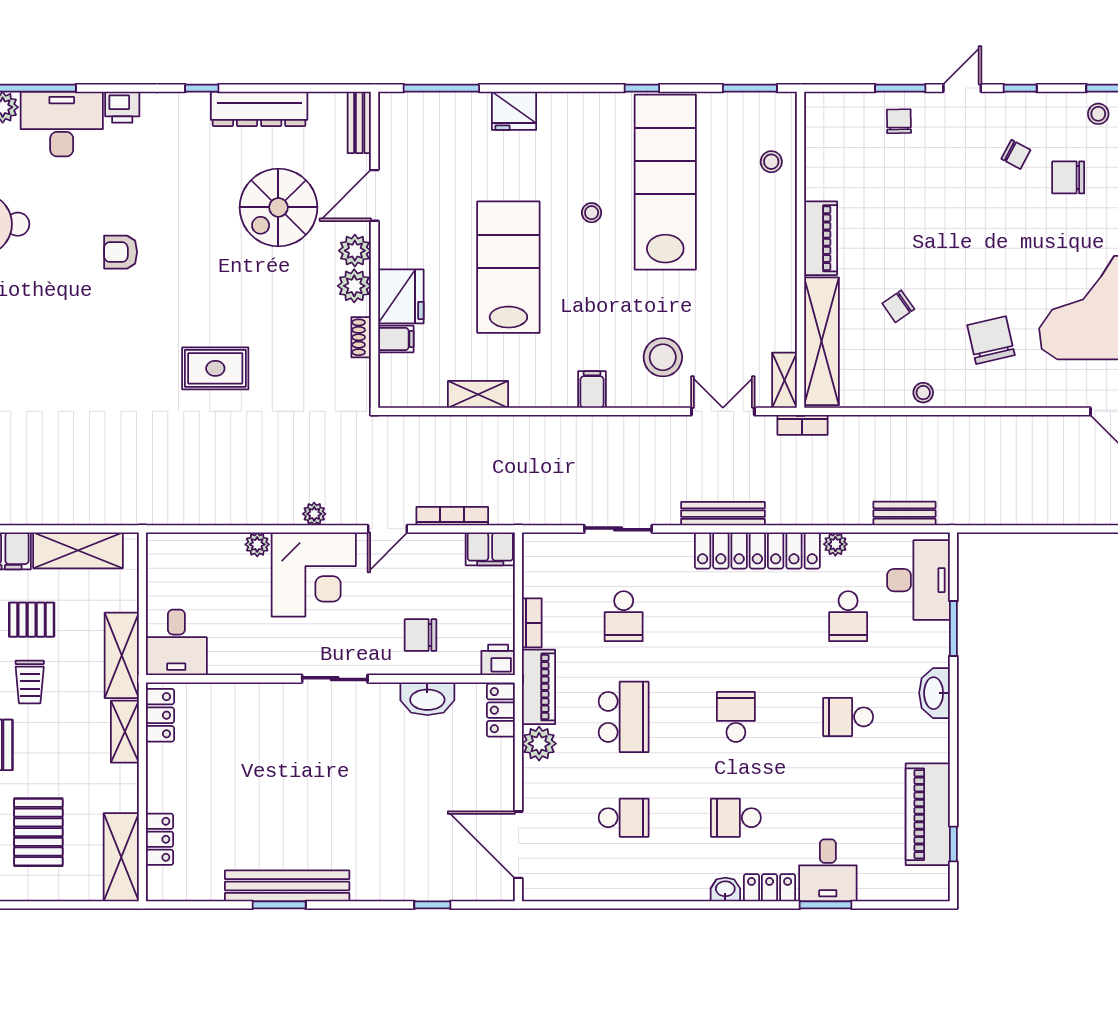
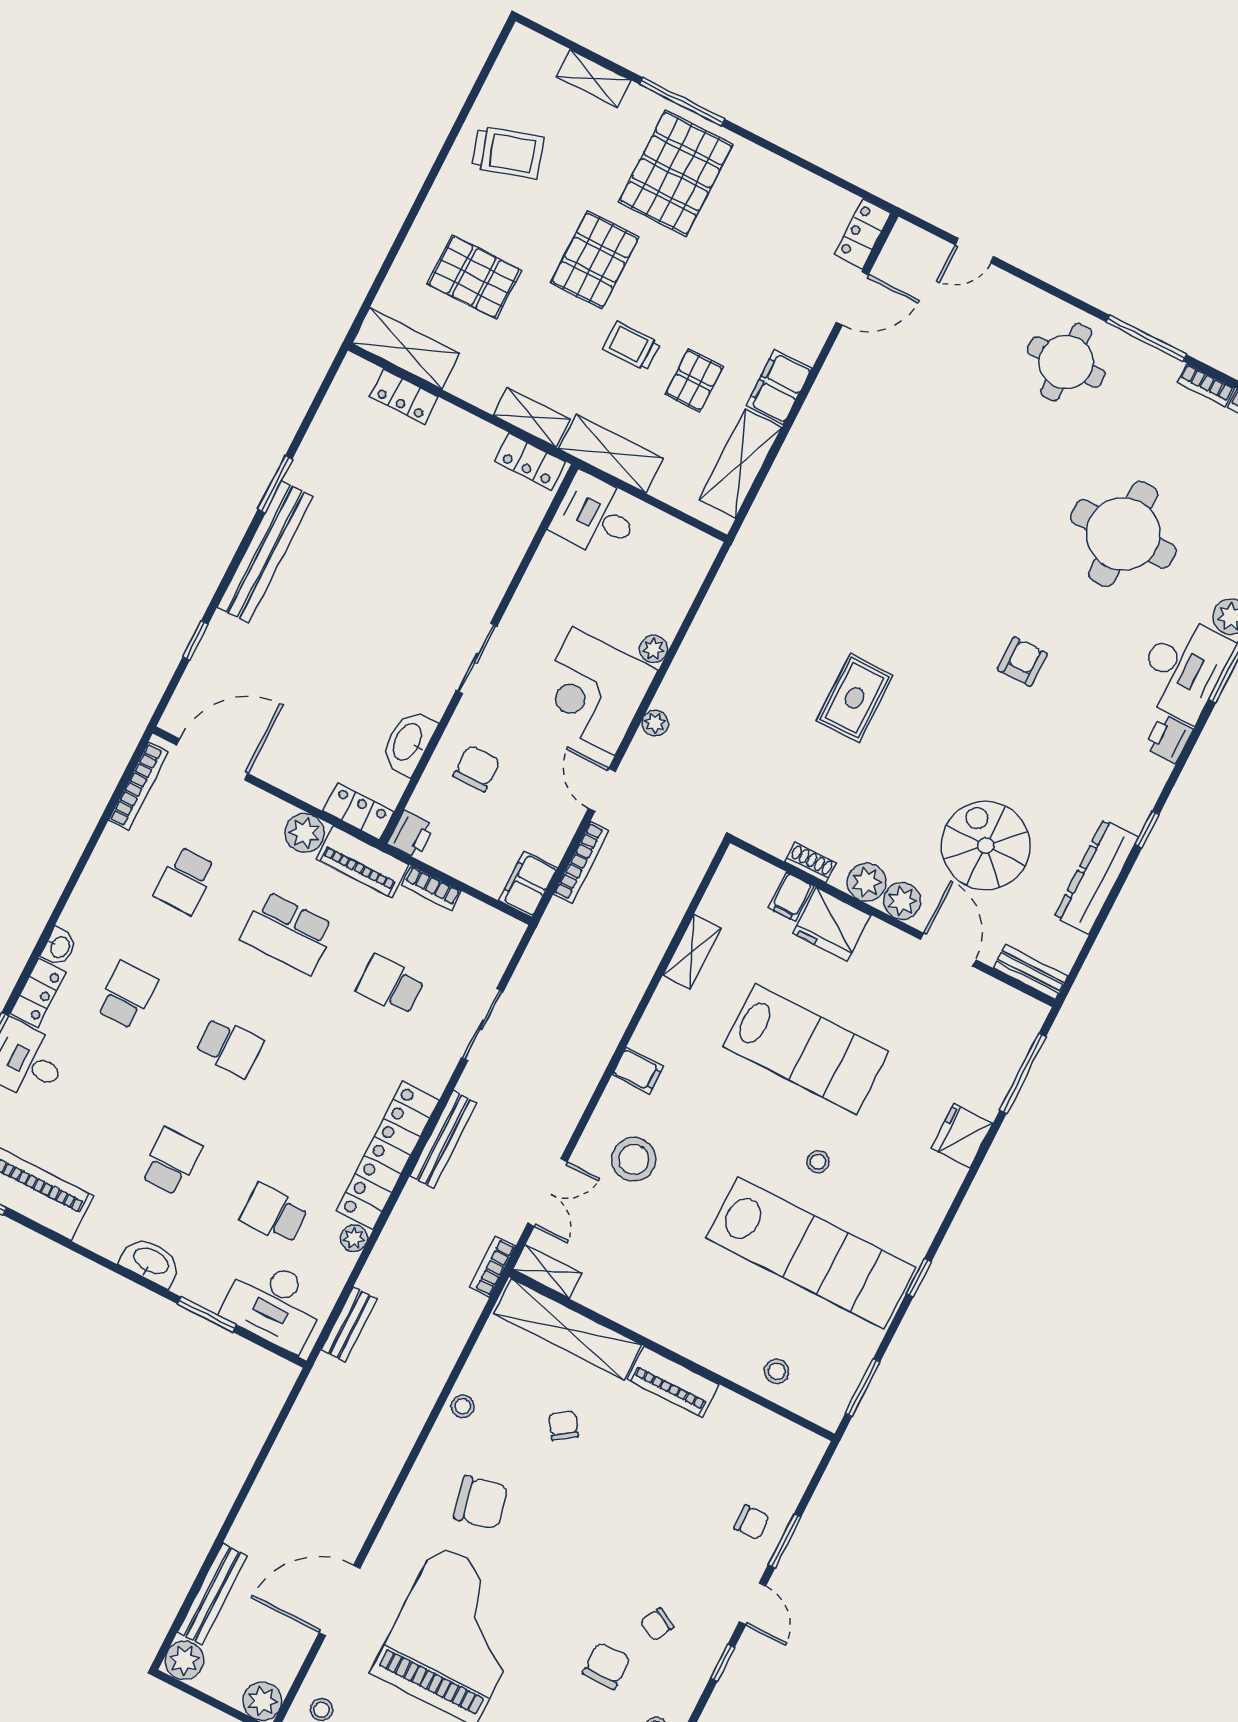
bench: (287, 886) -> (265, 552), moved
bookcase: (569, 892) -> (138, 786), added

